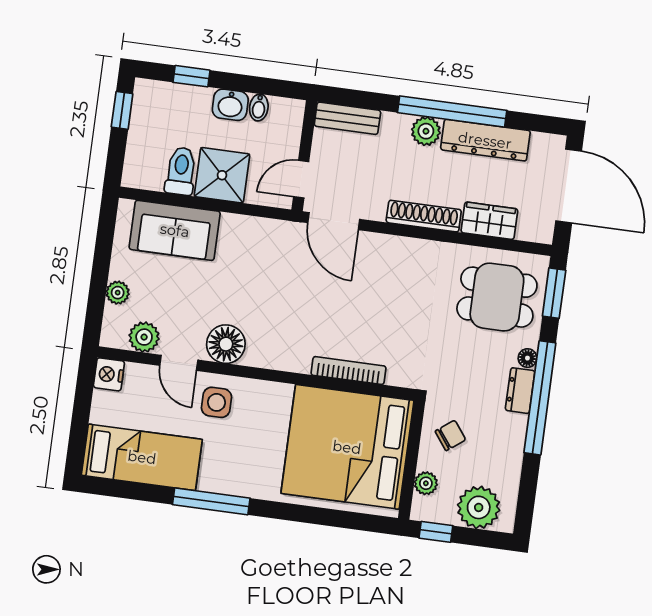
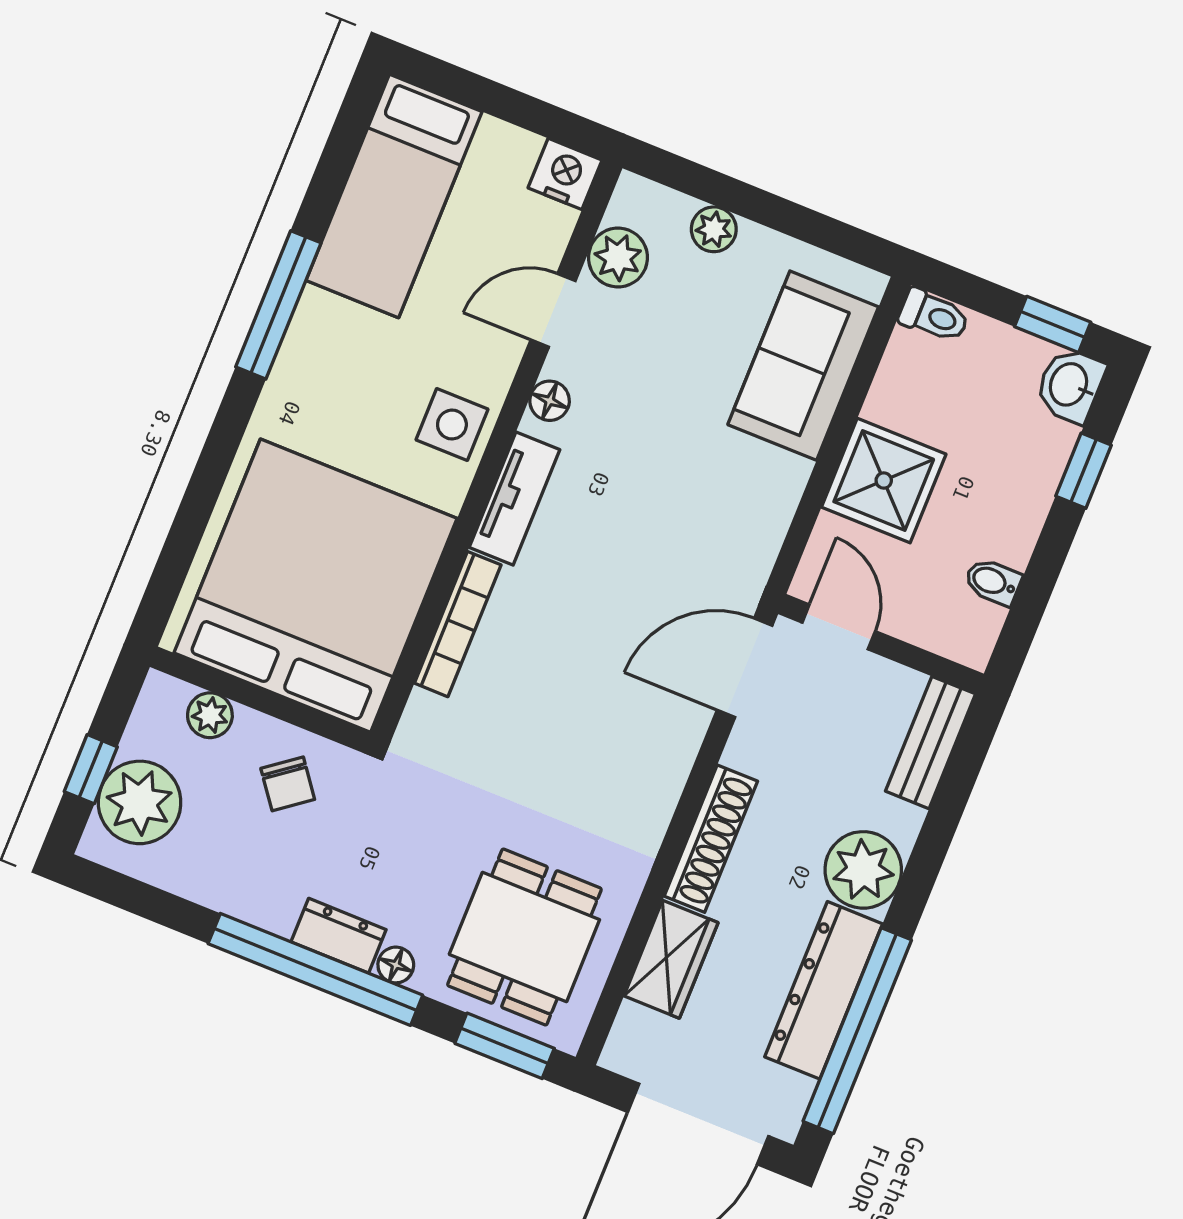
washbasin: (230, 105) -> (1070, 385), moved
window: (452, 111) -> (857, 1031), moved
plant: (426, 131) -> (863, 870), width x1.36, depth x1.36
toilet: (181, 171) -> (934, 316), moved, width x0.73, depth x0.72
floor lamp: (226, 344) -> (550, 401), width x0.53, depth x0.53
tv unit: (278, 358) -> (515, 498), added
side table: (216, 402) -> (452, 425), moved
window: (436, 532) -> (91, 769), moved

